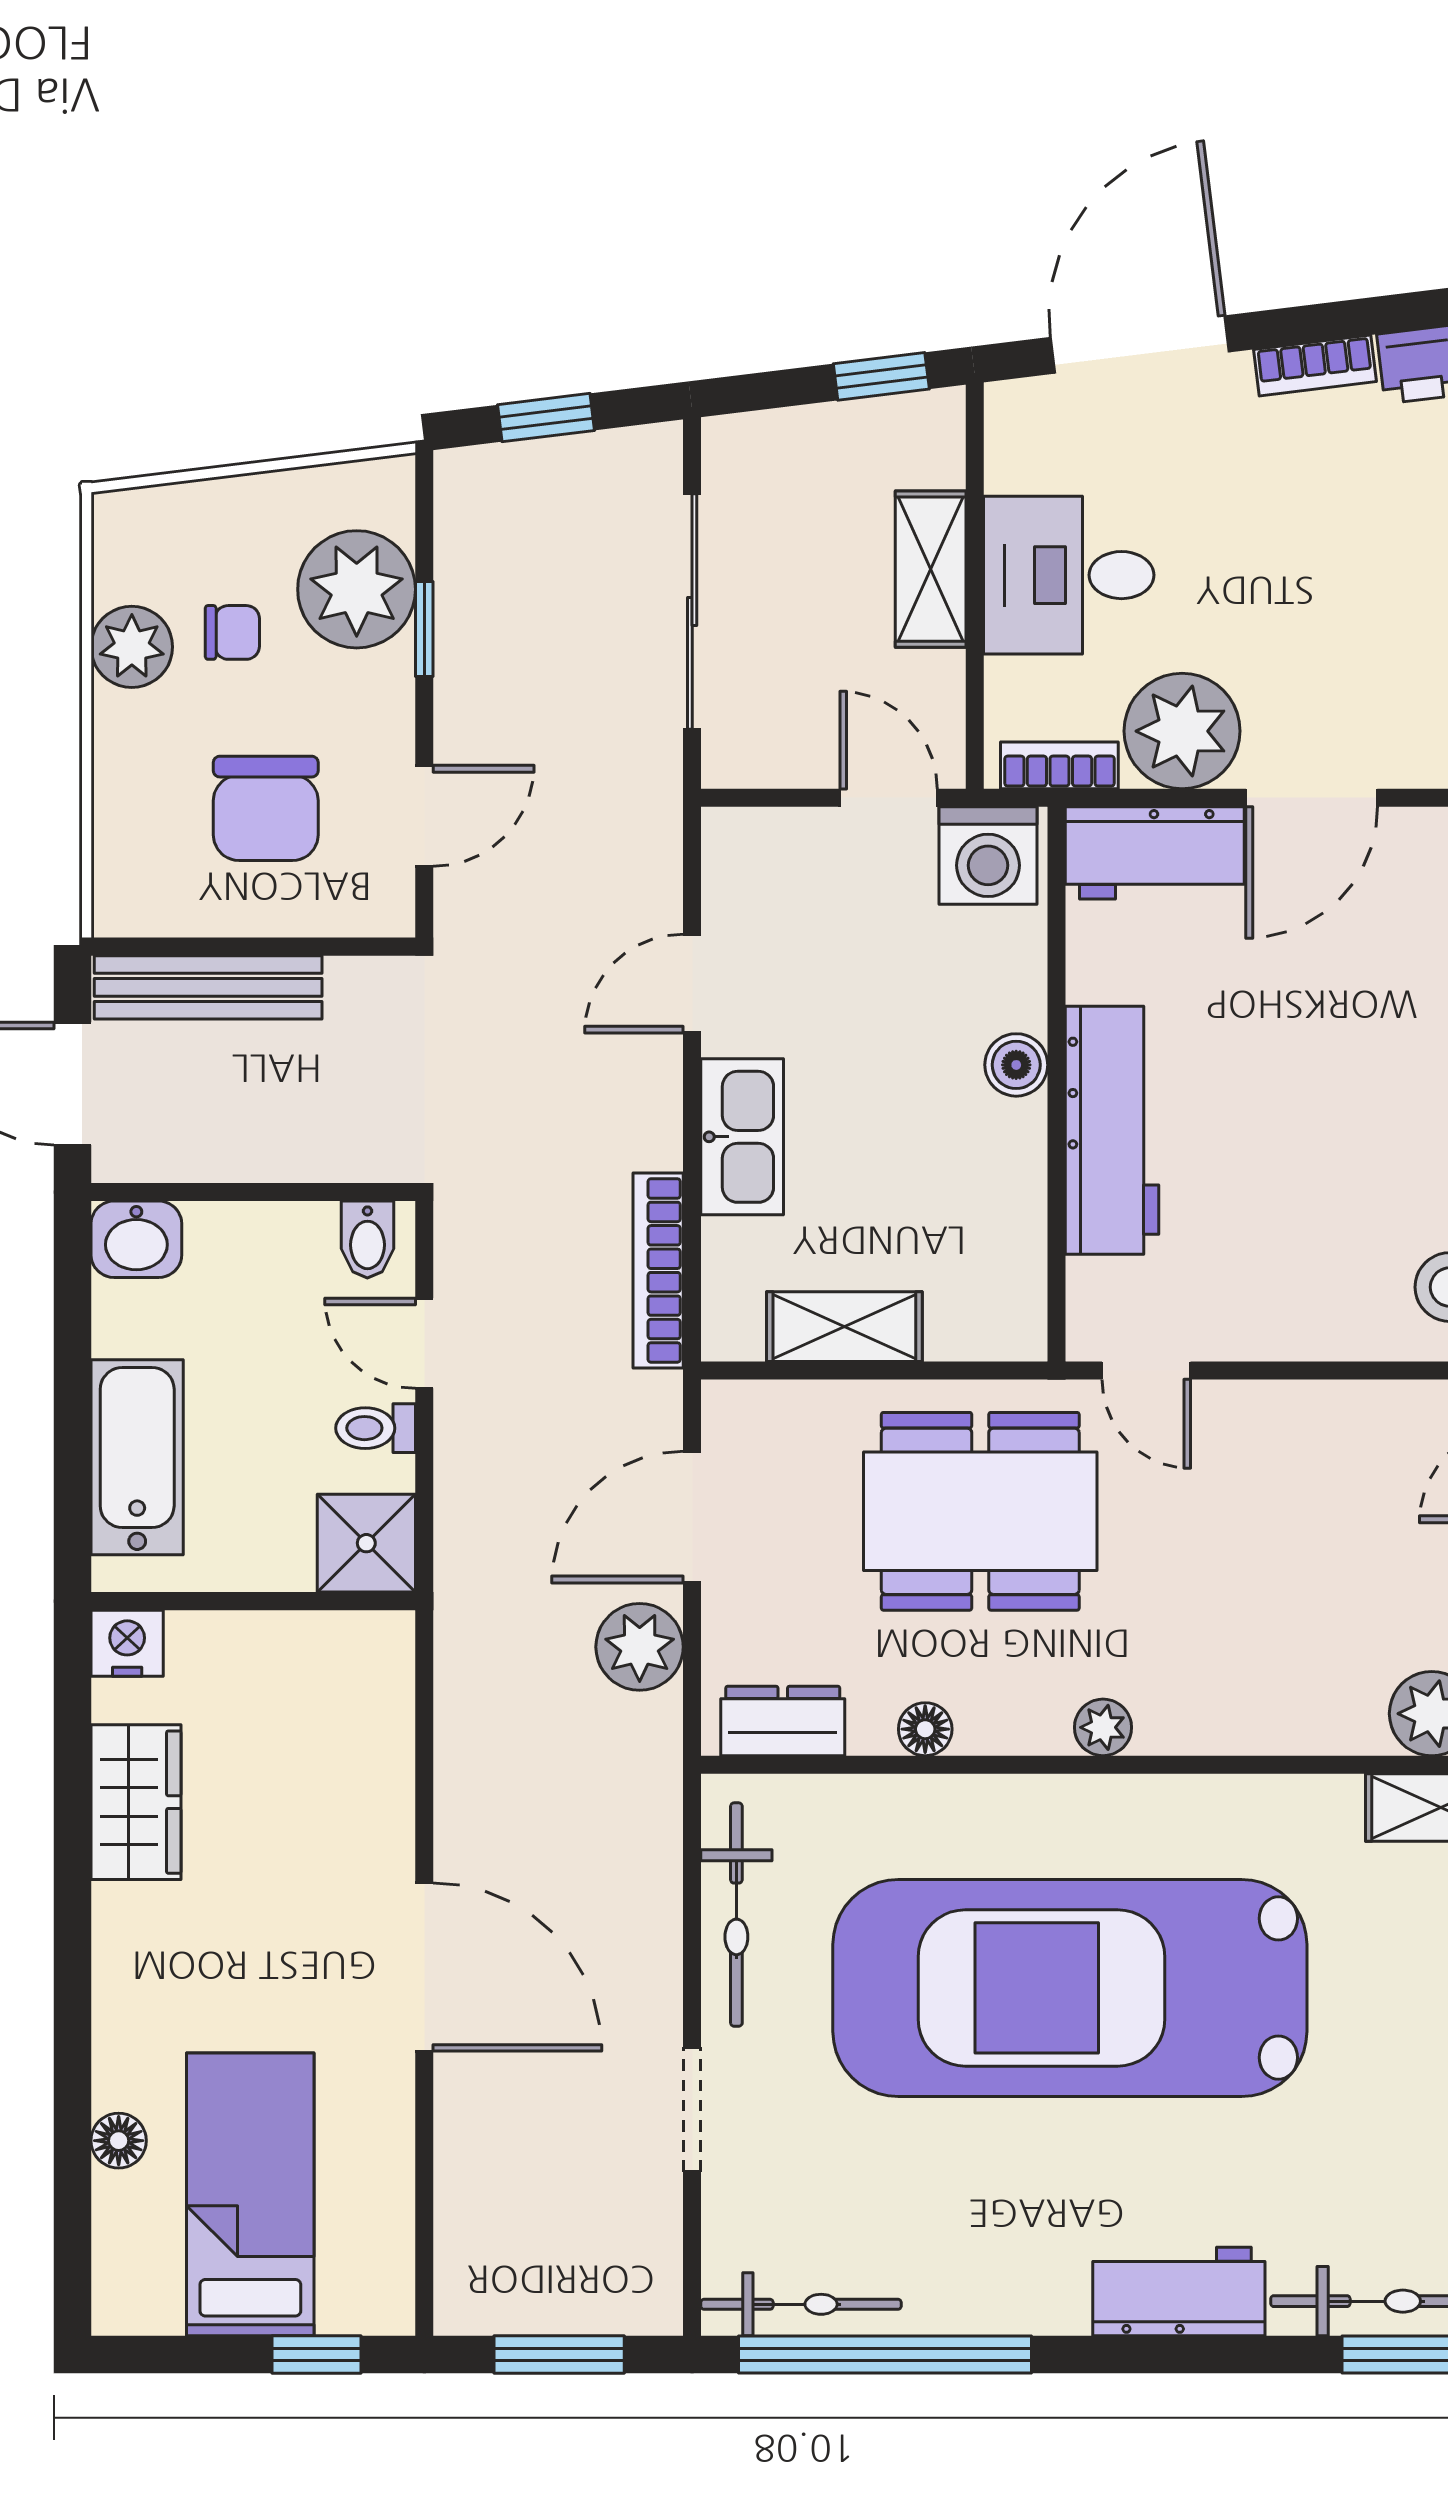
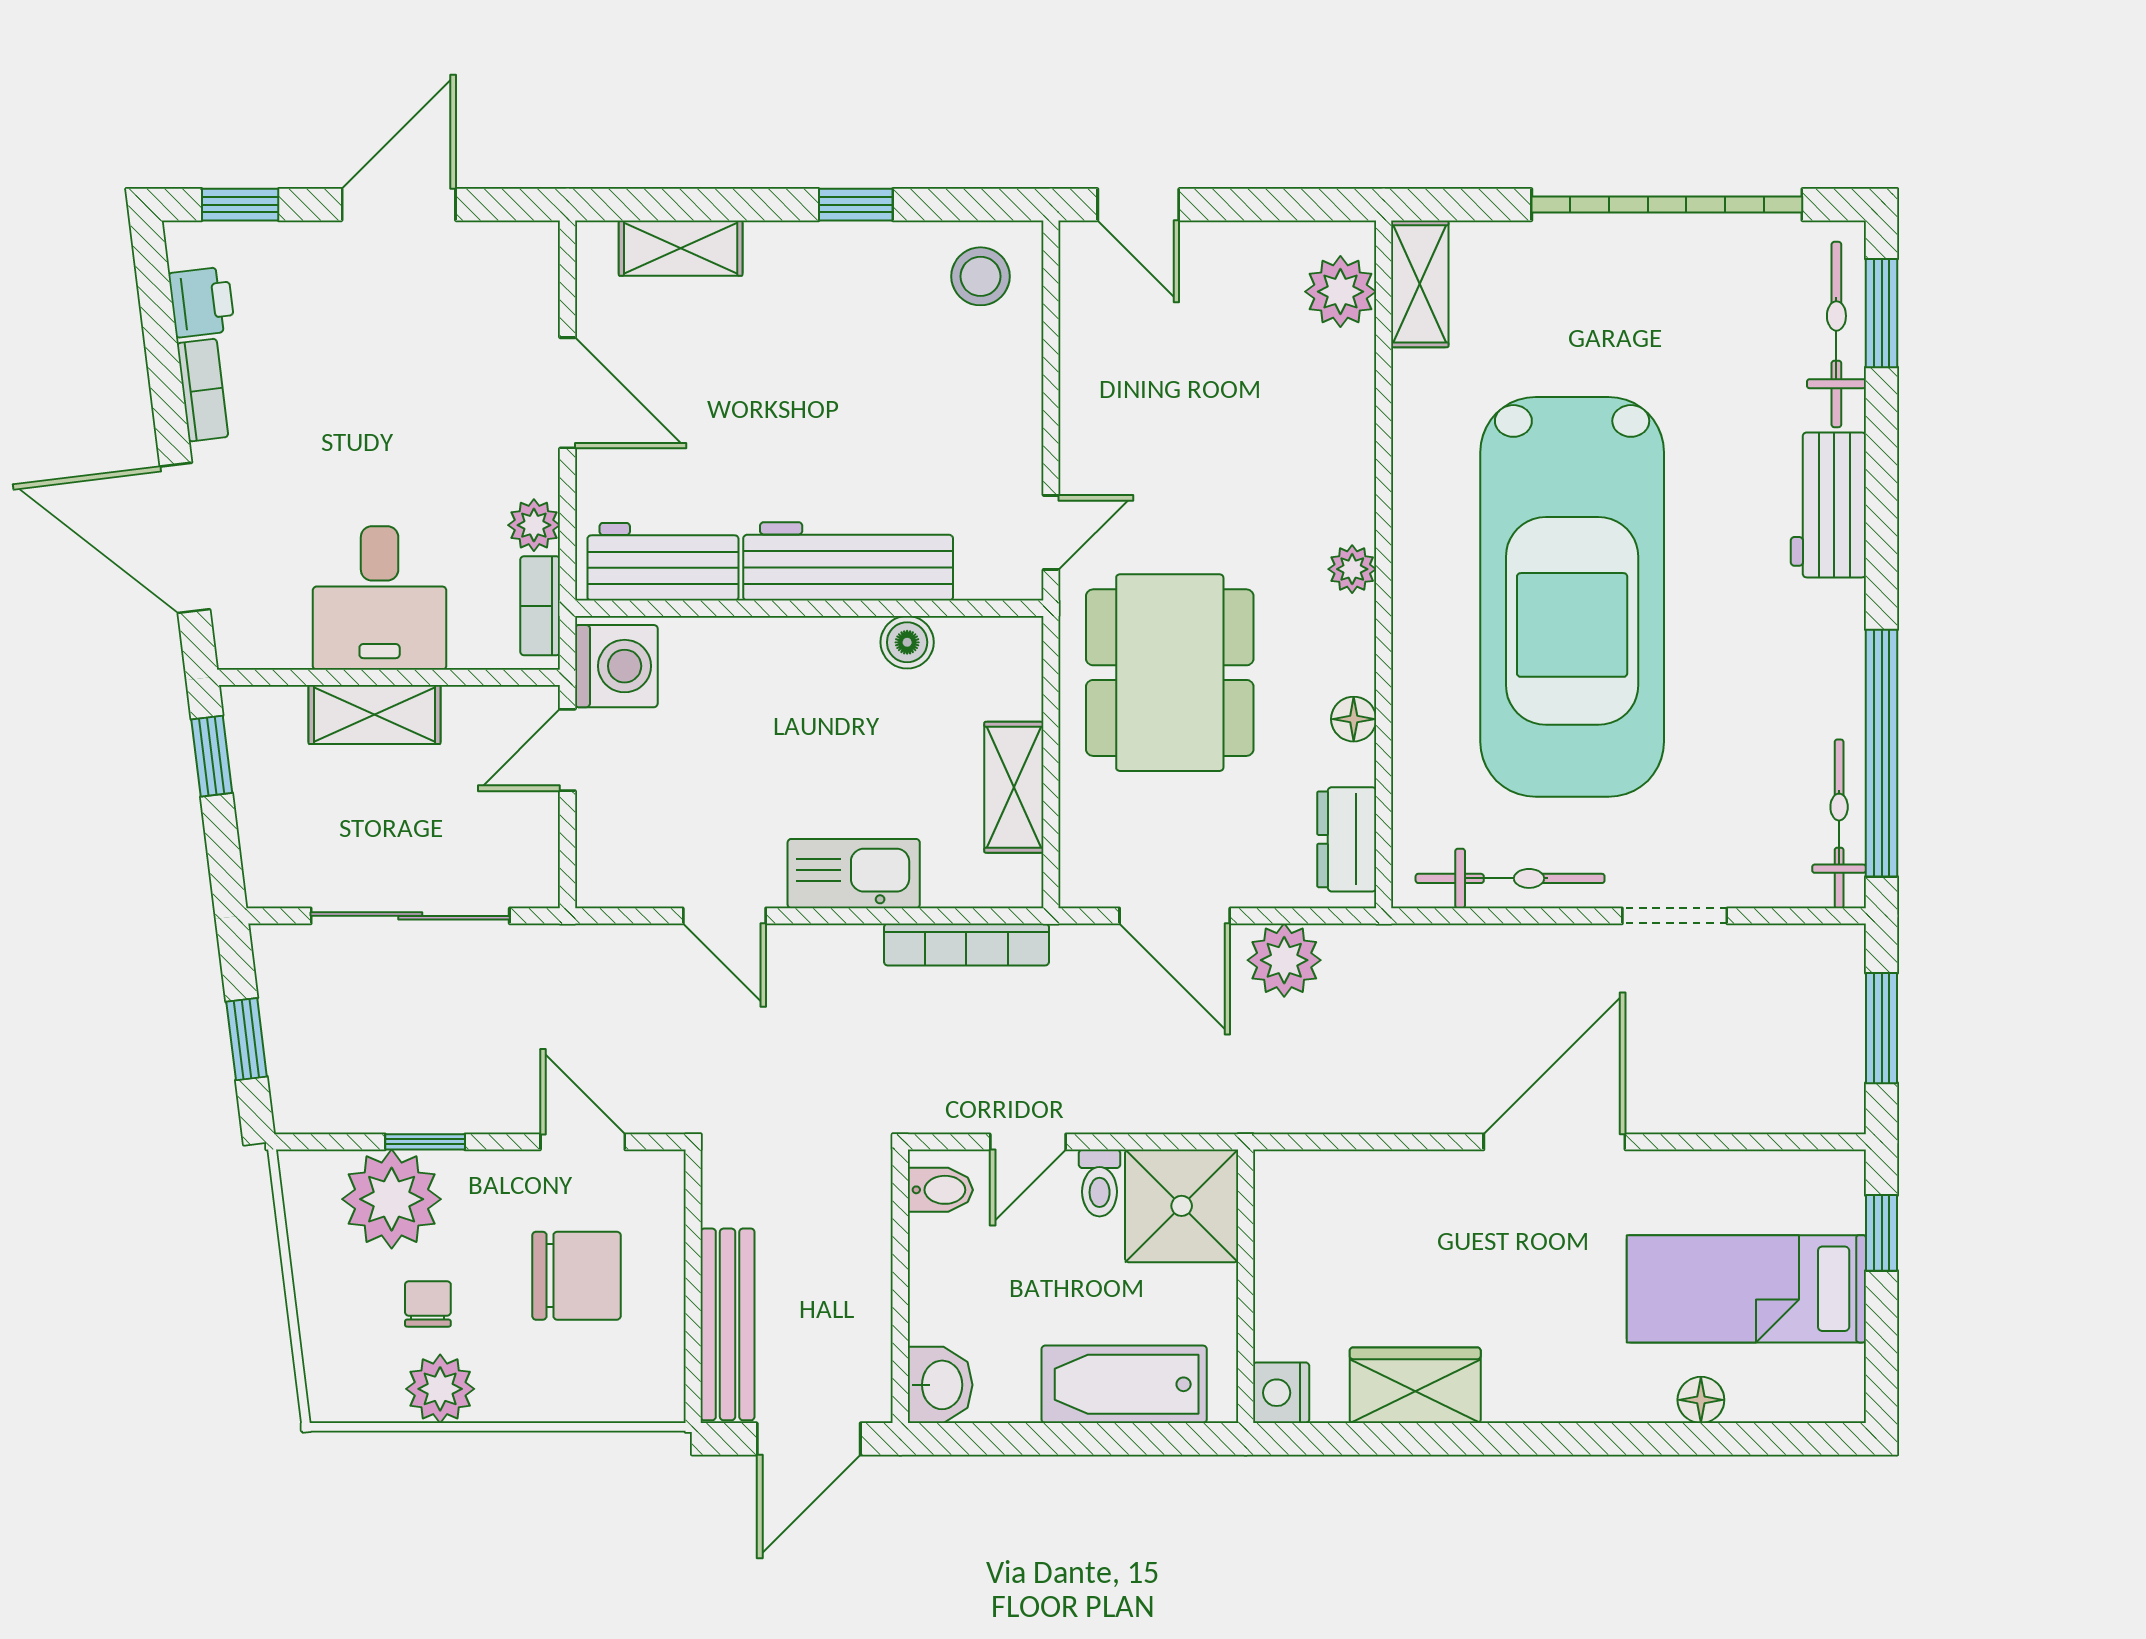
plant: (1182, 731) -> (534, 525), width x0.53, depth x0.53
workbench: (1155, 853) -> (663, 562), moved, turned -90
boiler: (1016, 1065) -> (907, 642), moved
shower: (366, 1543) -> (1182, 1206), width x1.36, depth x1.36

